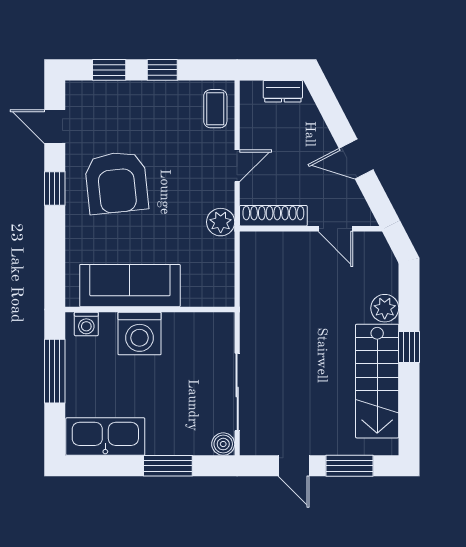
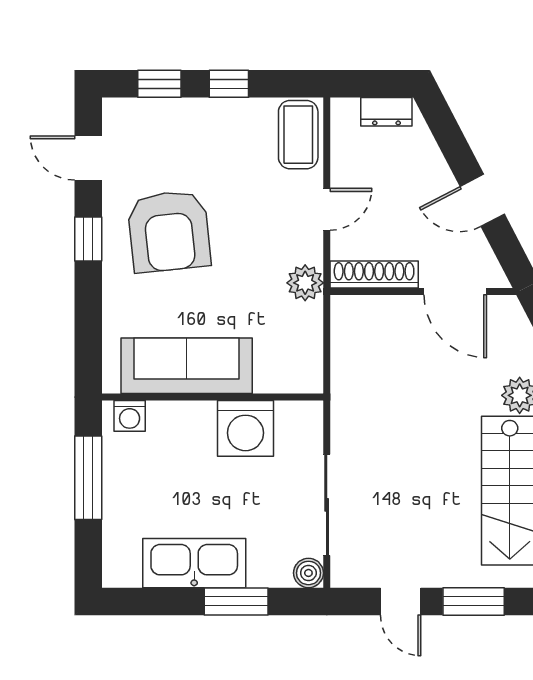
coffee table: (215, 109) -> (298, 135), width x1.36, depth x1.30
door: (336, 229) -> (455, 292), width x1.37
washing machine: (140, 334) -> (245, 428), moved
kitchen sink: (105, 437) -> (194, 563), moved

